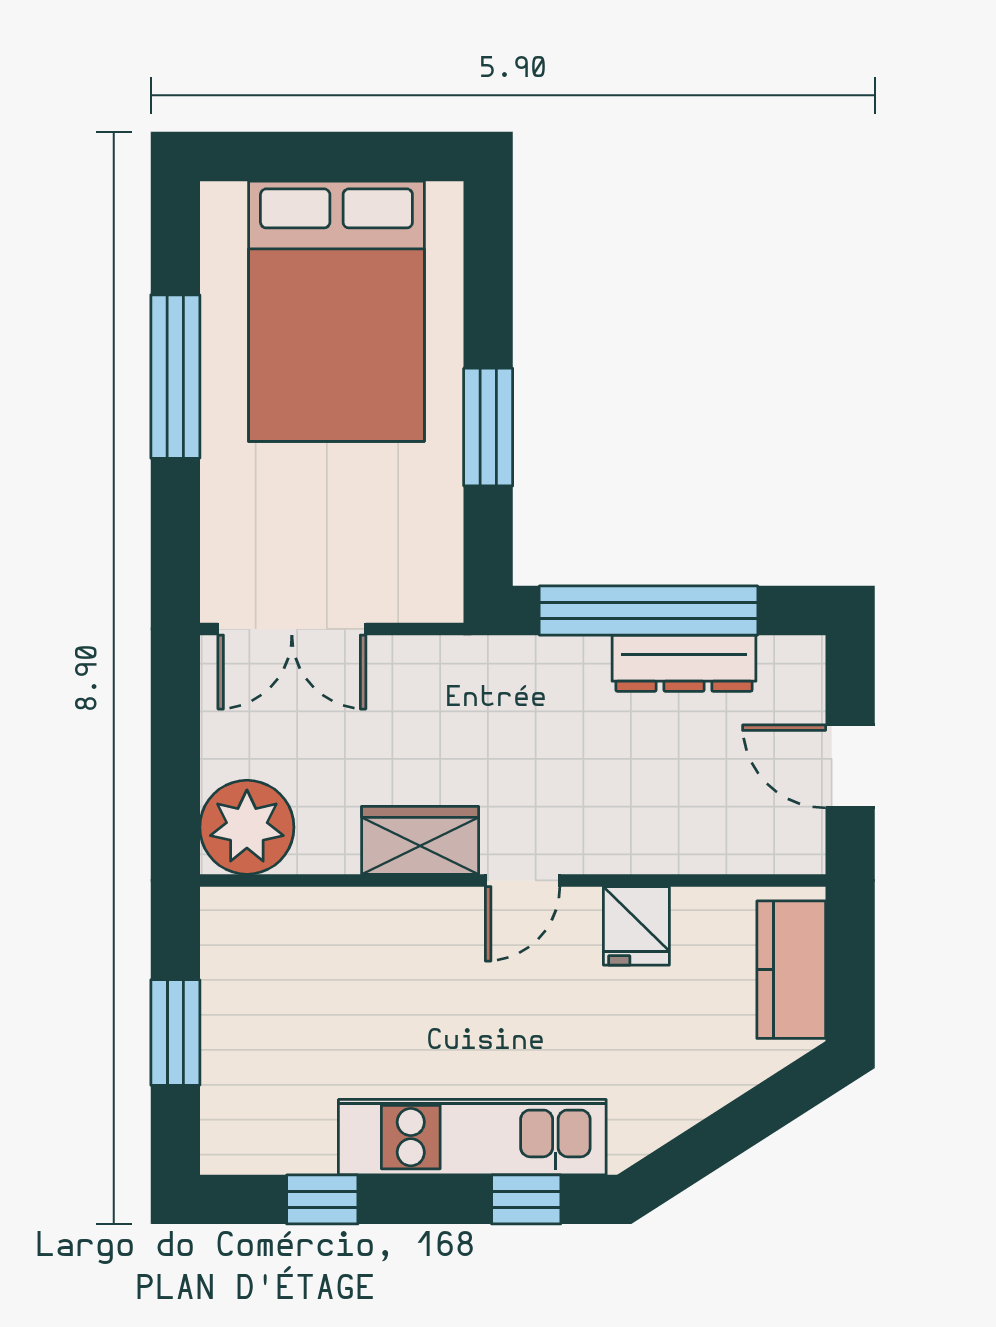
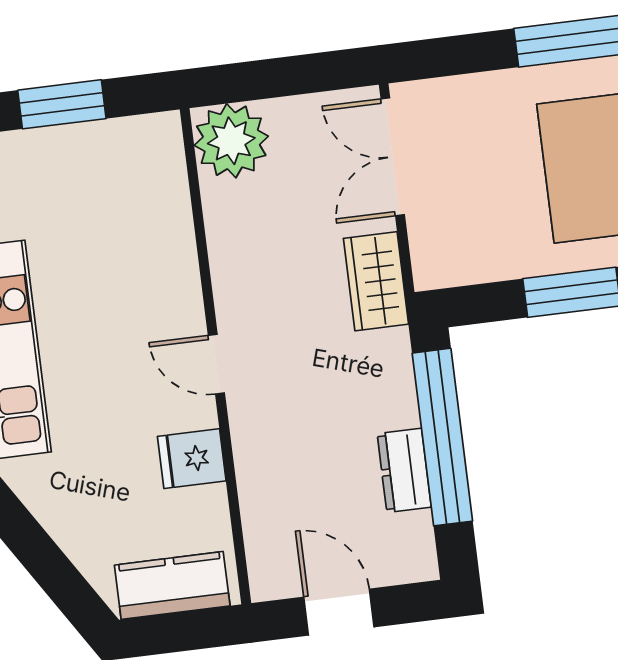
dresser: (684, 663) -> (404, 470), width x0.70
door: (850, 766) -> (339, 612), hinge flipped
wardrobe: (420, 840) -> (376, 281), moved, turned 180

